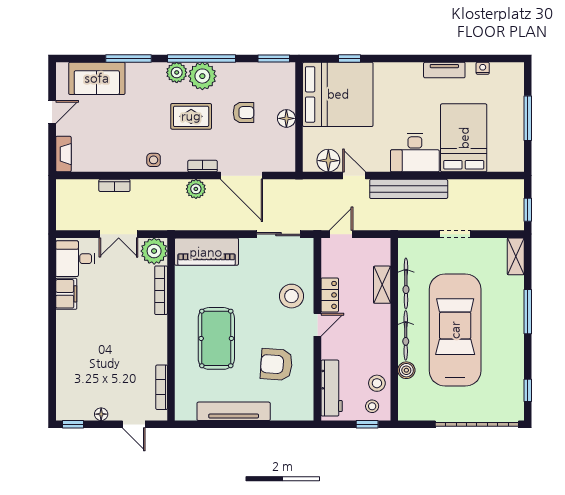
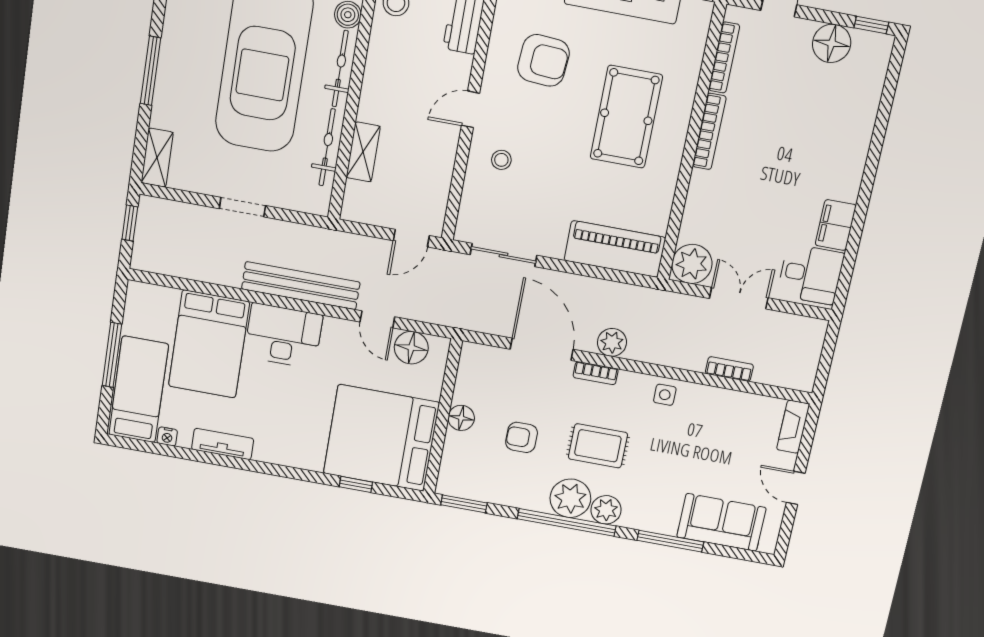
bed: (507, 98) -> (139, 390), added
door: (52, 112) -> (796, 488), hinge flipped
bookcase: (161, 290) -> (709, 131), moved
locker: (330, 295) -> (444, 151), removed
stool: (291, 296) -> (501, 160), width x0.53, depth x0.53
floor lamp: (101, 414) -> (832, 43), width x1.89, depth x1.89

